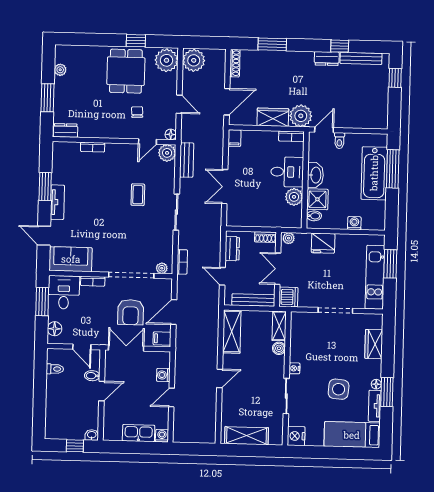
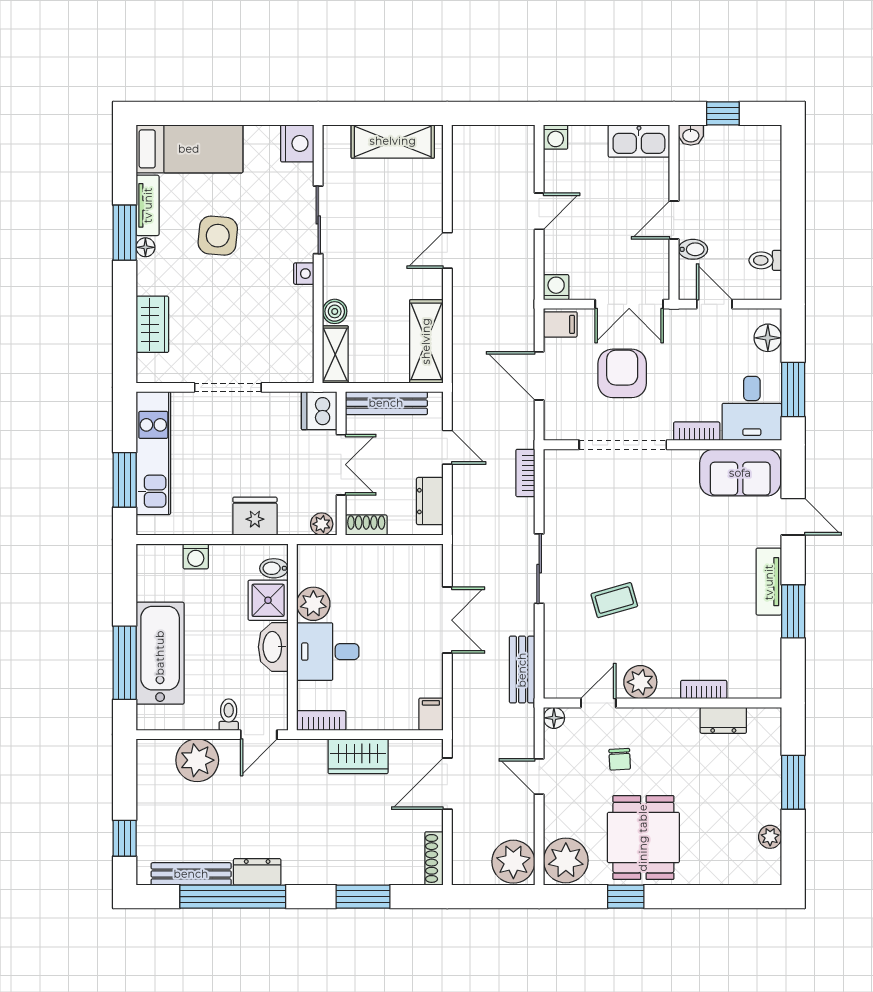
window: (340, 46) -> (233, 897), width x3.17
plant: (301, 116) -> (197, 760), moved
dresser: (66, 130) -> (723, 720), moved
plant: (167, 153) -> (640, 682), moved
coffee table: (138, 195) -> (614, 600), turned 74
plant: (162, 268) -> (564, 460), removed
door: (174, 312) -> (539, 376), swing flipped
washing machine: (163, 375) -> (556, 287), moved, turned -90
kitchen sink: (139, 433) -> (639, 141), moved

